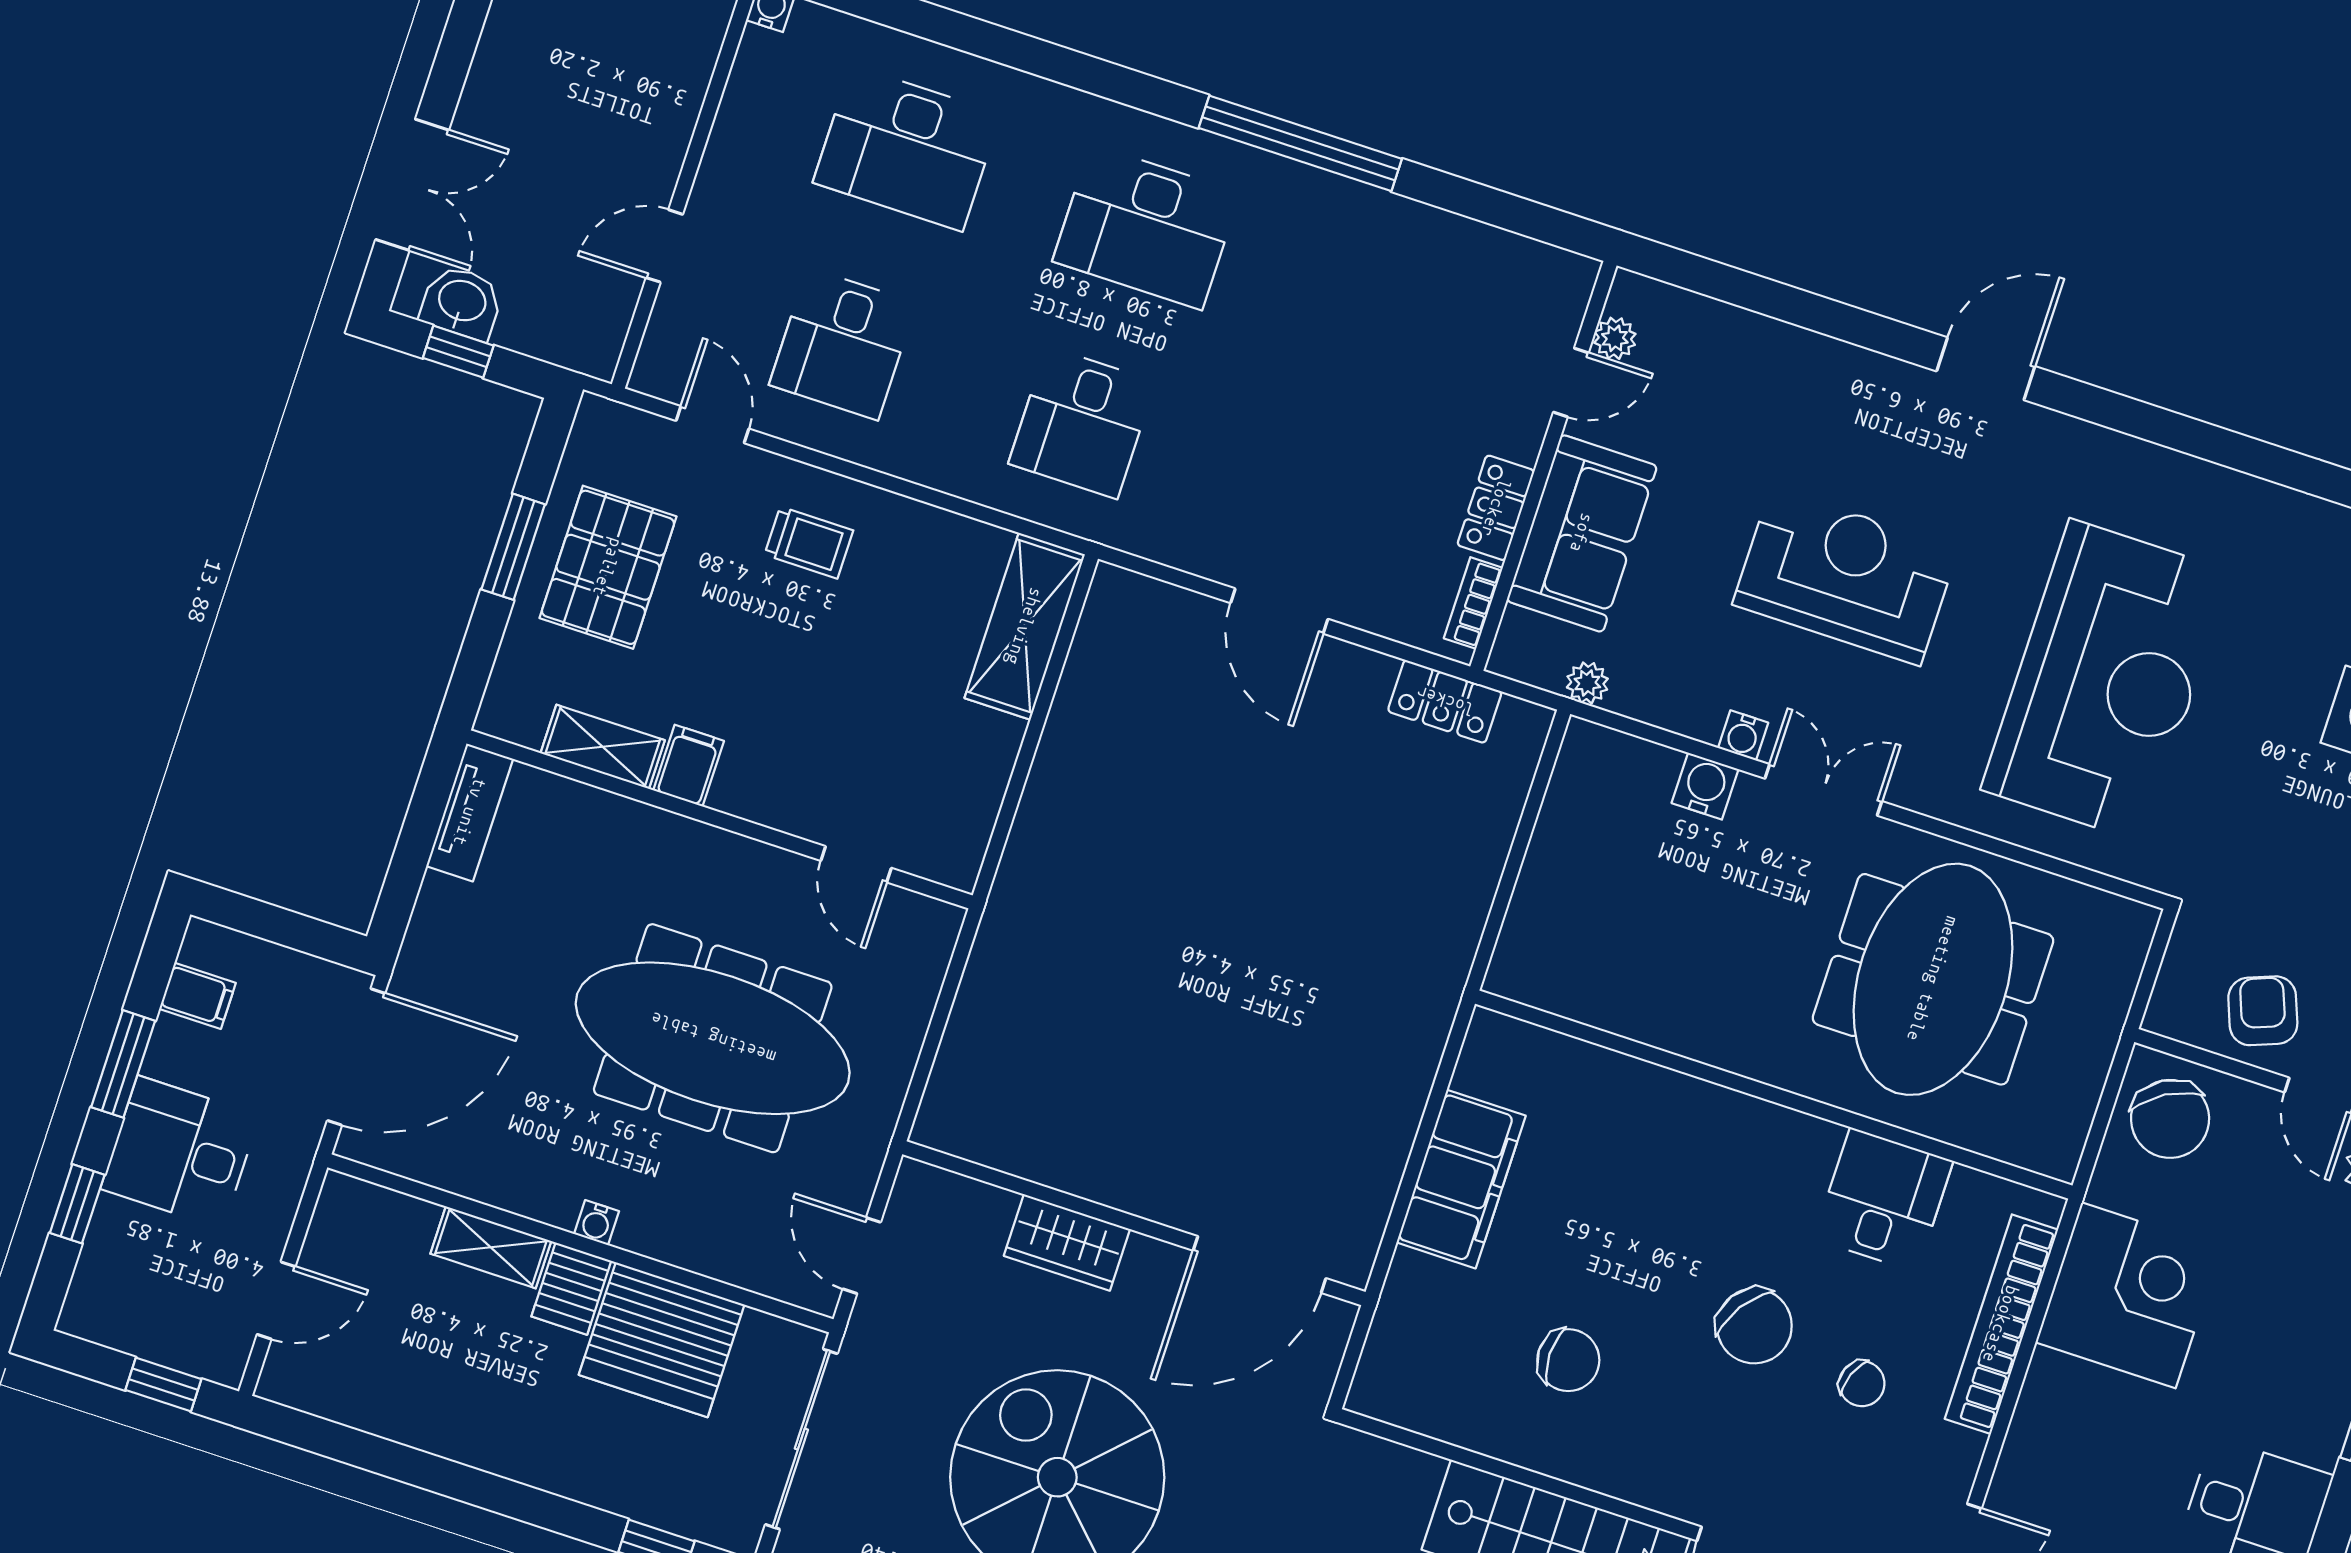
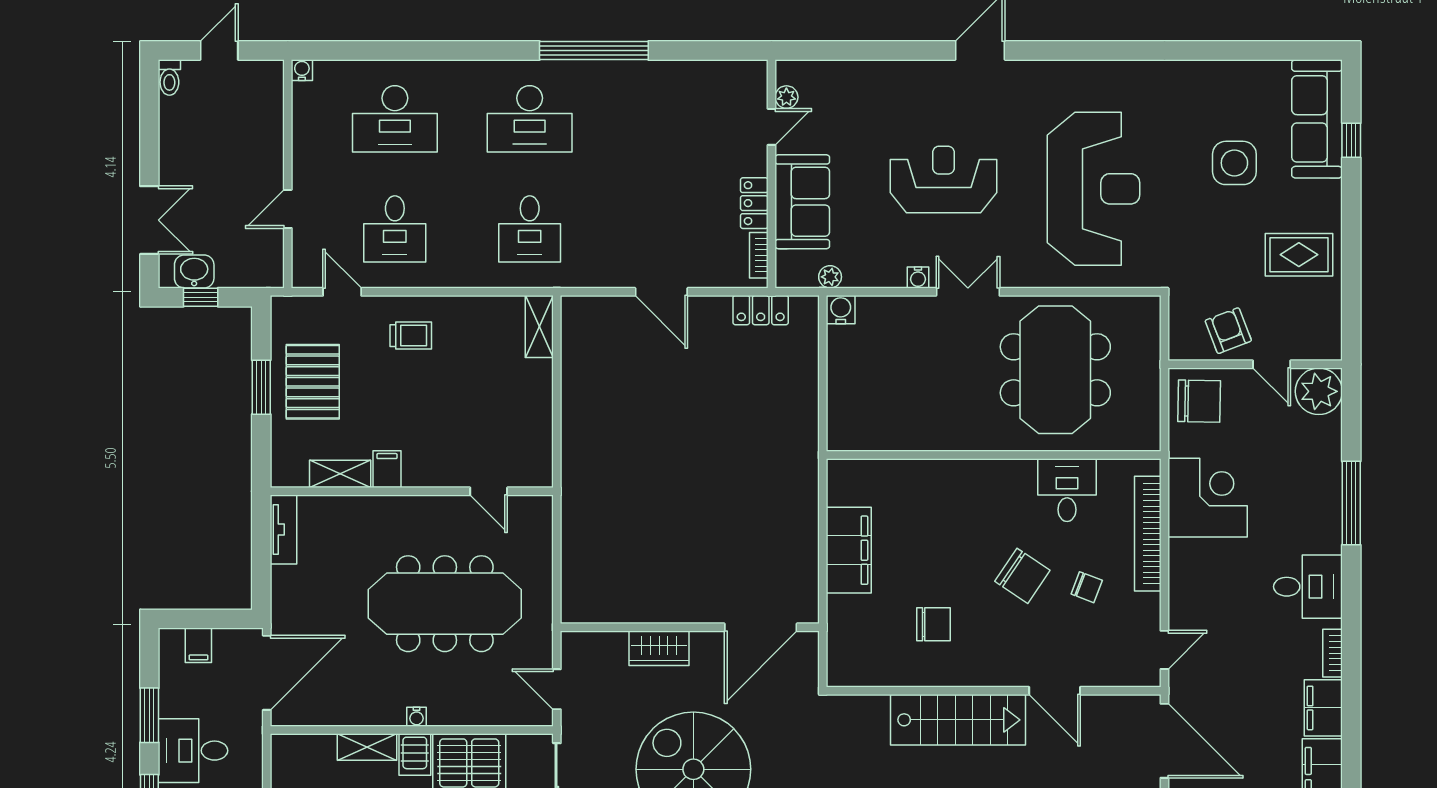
shelving: (1025, 626) -> (539, 326), width x0.67, depth x0.75
water cooler: (1705, 786) -> (841, 310), moved
filing cabinet: (198, 996) -> (198, 645), moved, turned 90
chair: (2170, 1119) -> (1199, 401), turned -59

